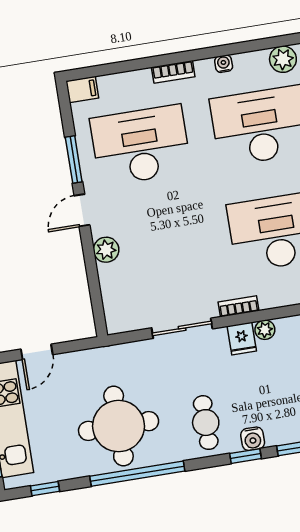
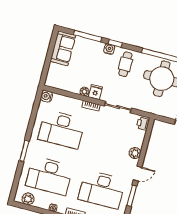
printer: (116, 317) -> (143, 124), added

